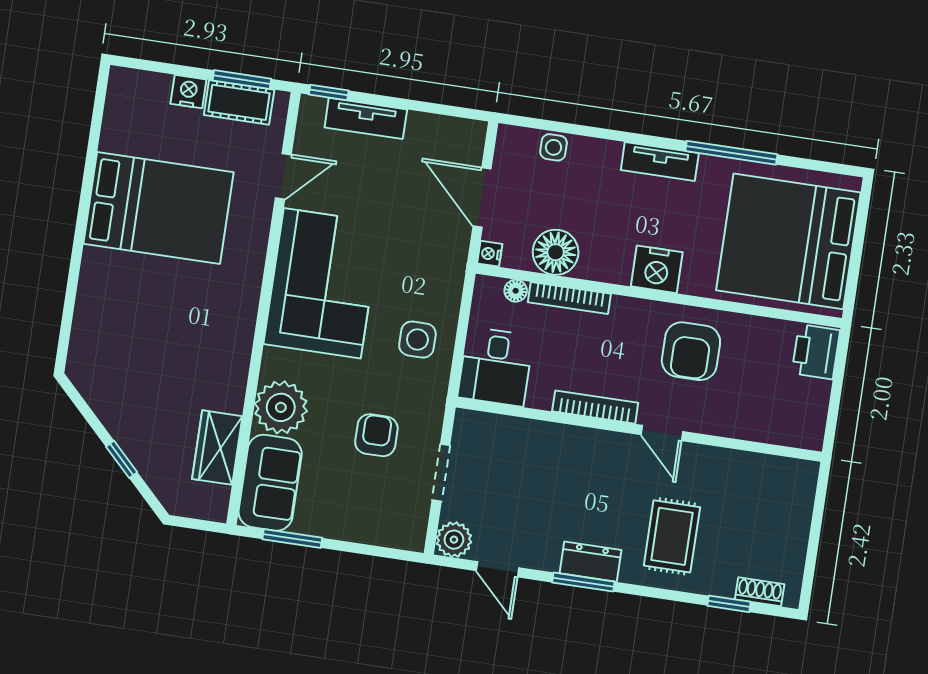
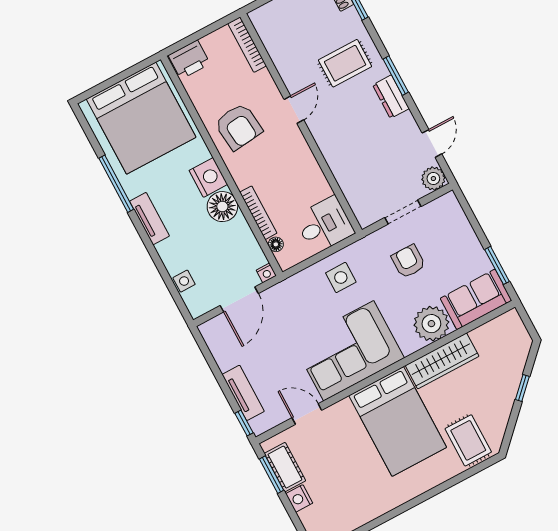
bed: (159, 208) -> (398, 421), moved, turned 180
floor lamp: (556, 252) -> (222, 207), moved
rug: (107, 347) -> (468, 440), added
armchair: (691, 351) -> (238, 127), turned 84
bookcase: (595, 407) -> (247, 45), moved
armchair: (376, 435) -> (408, 261), turned 90
wardrobe: (217, 448) -> (442, 361), moved, width x1.50
window: (583, 582) -> (396, 76), moved

